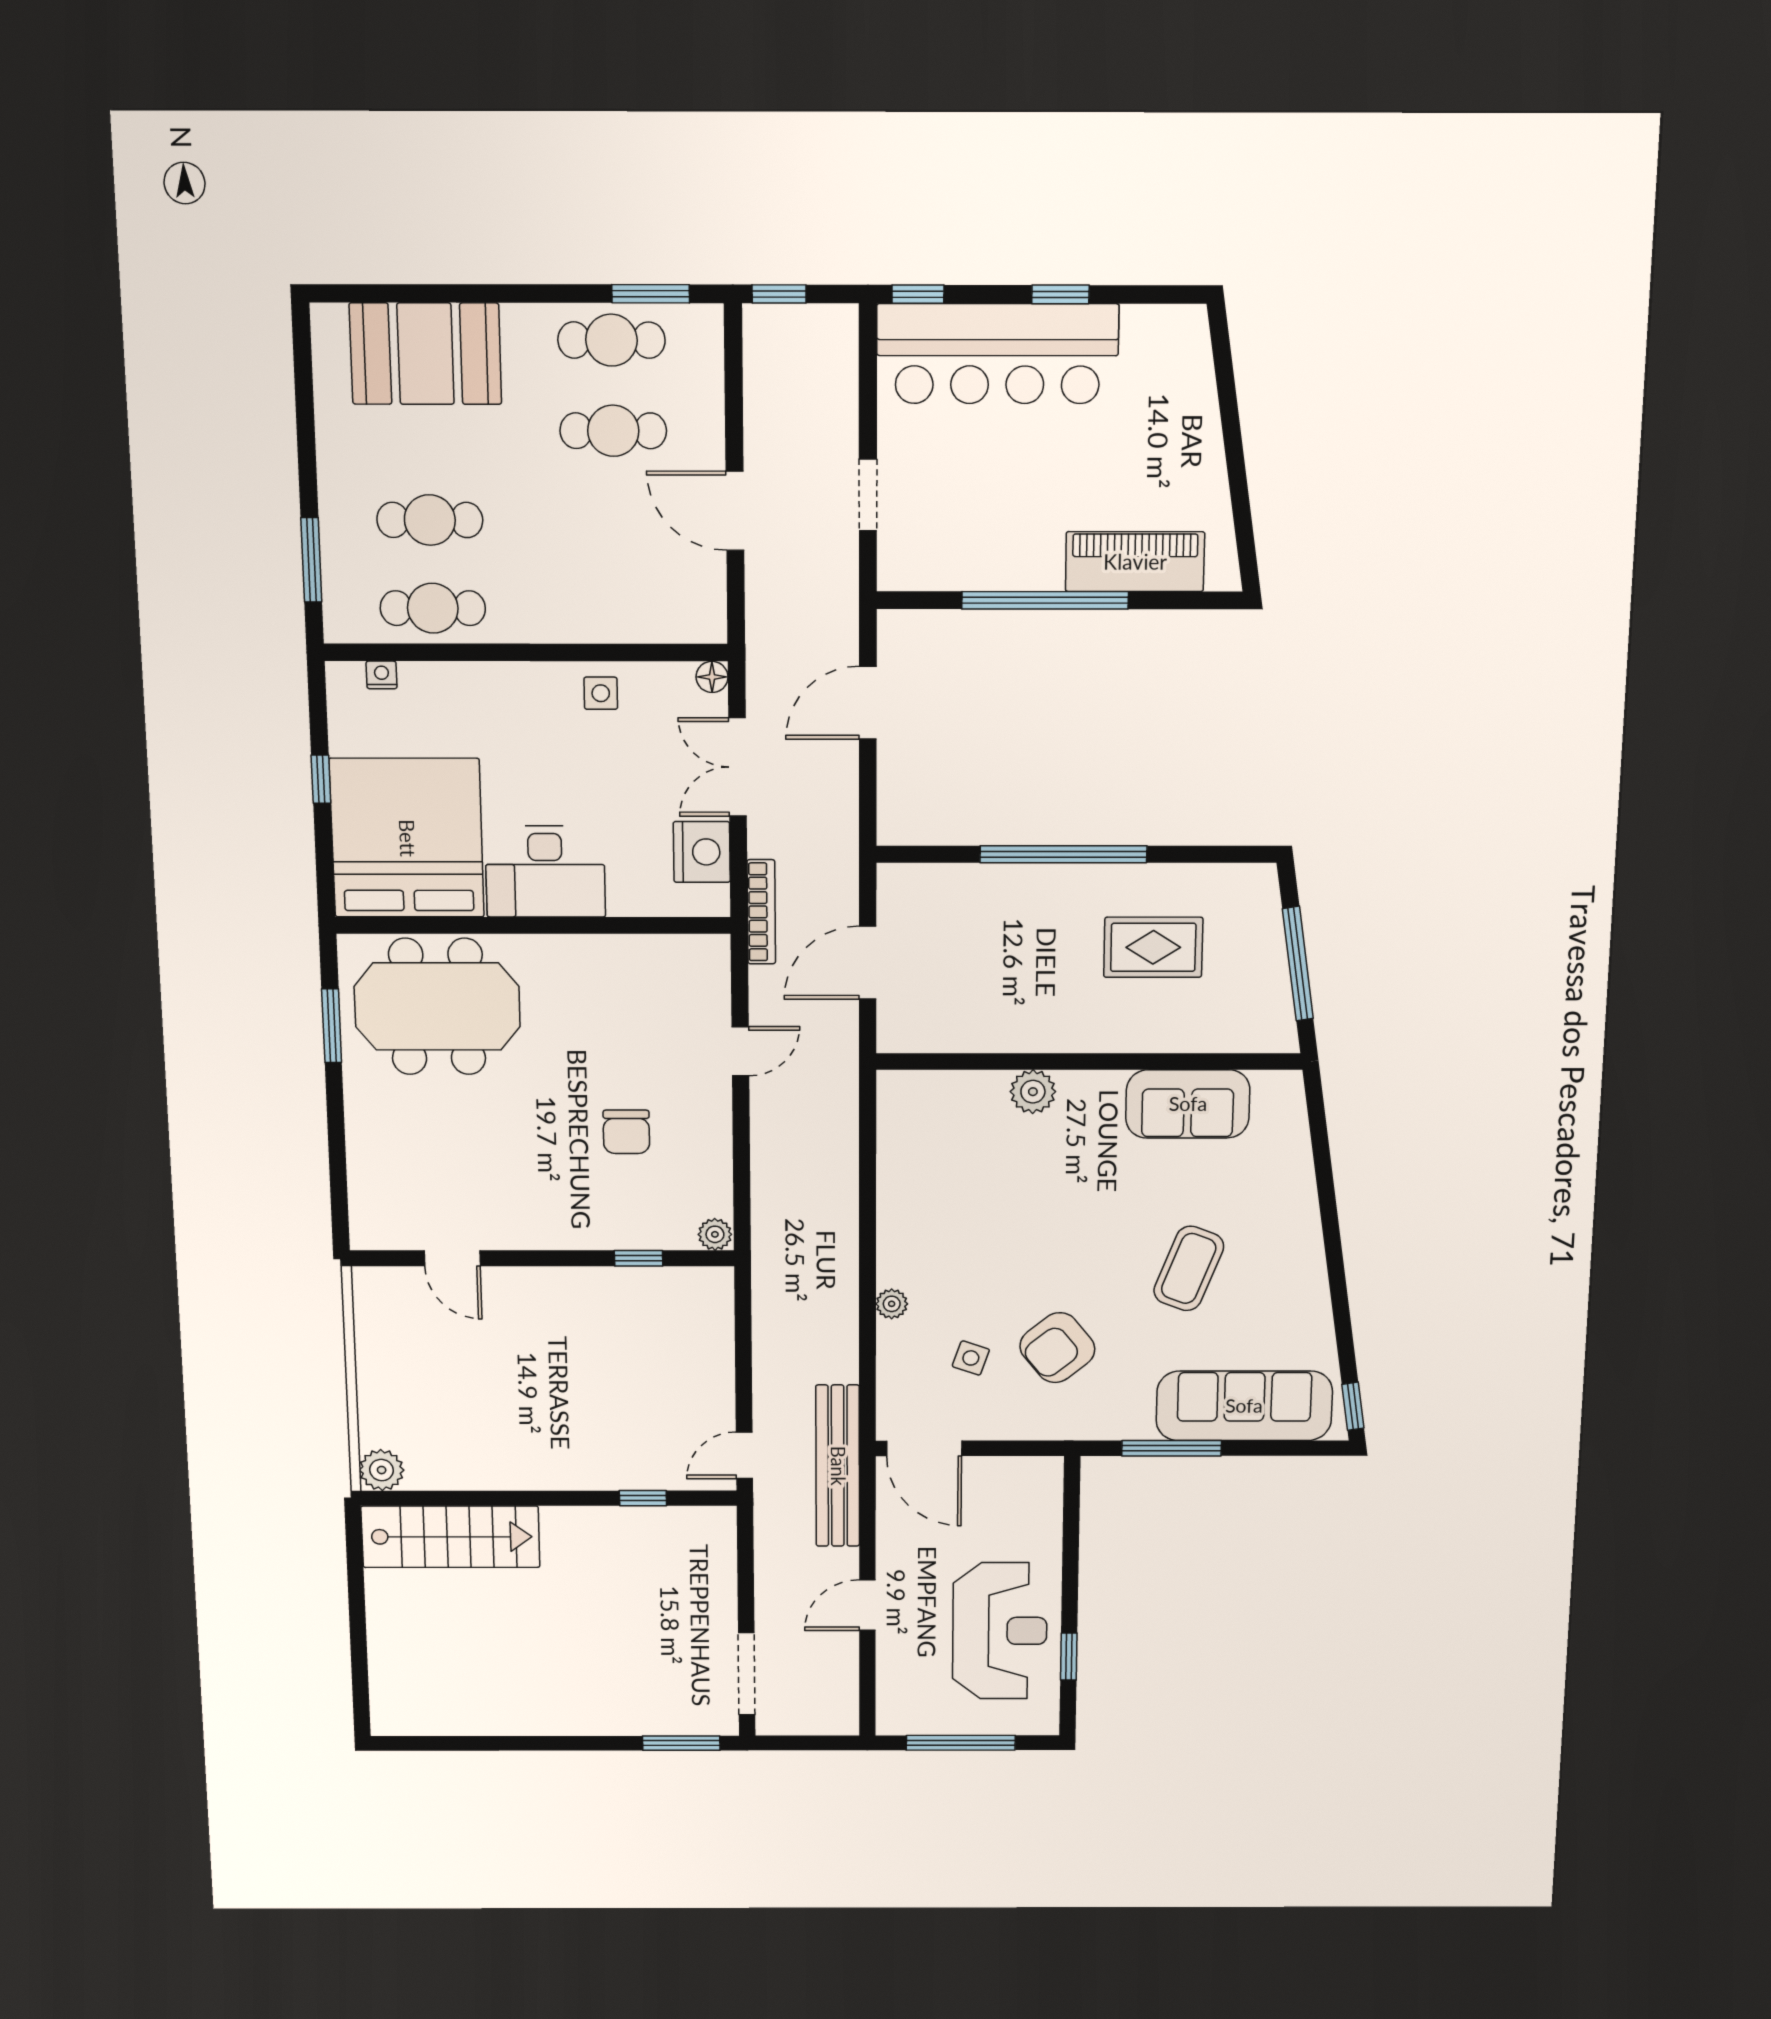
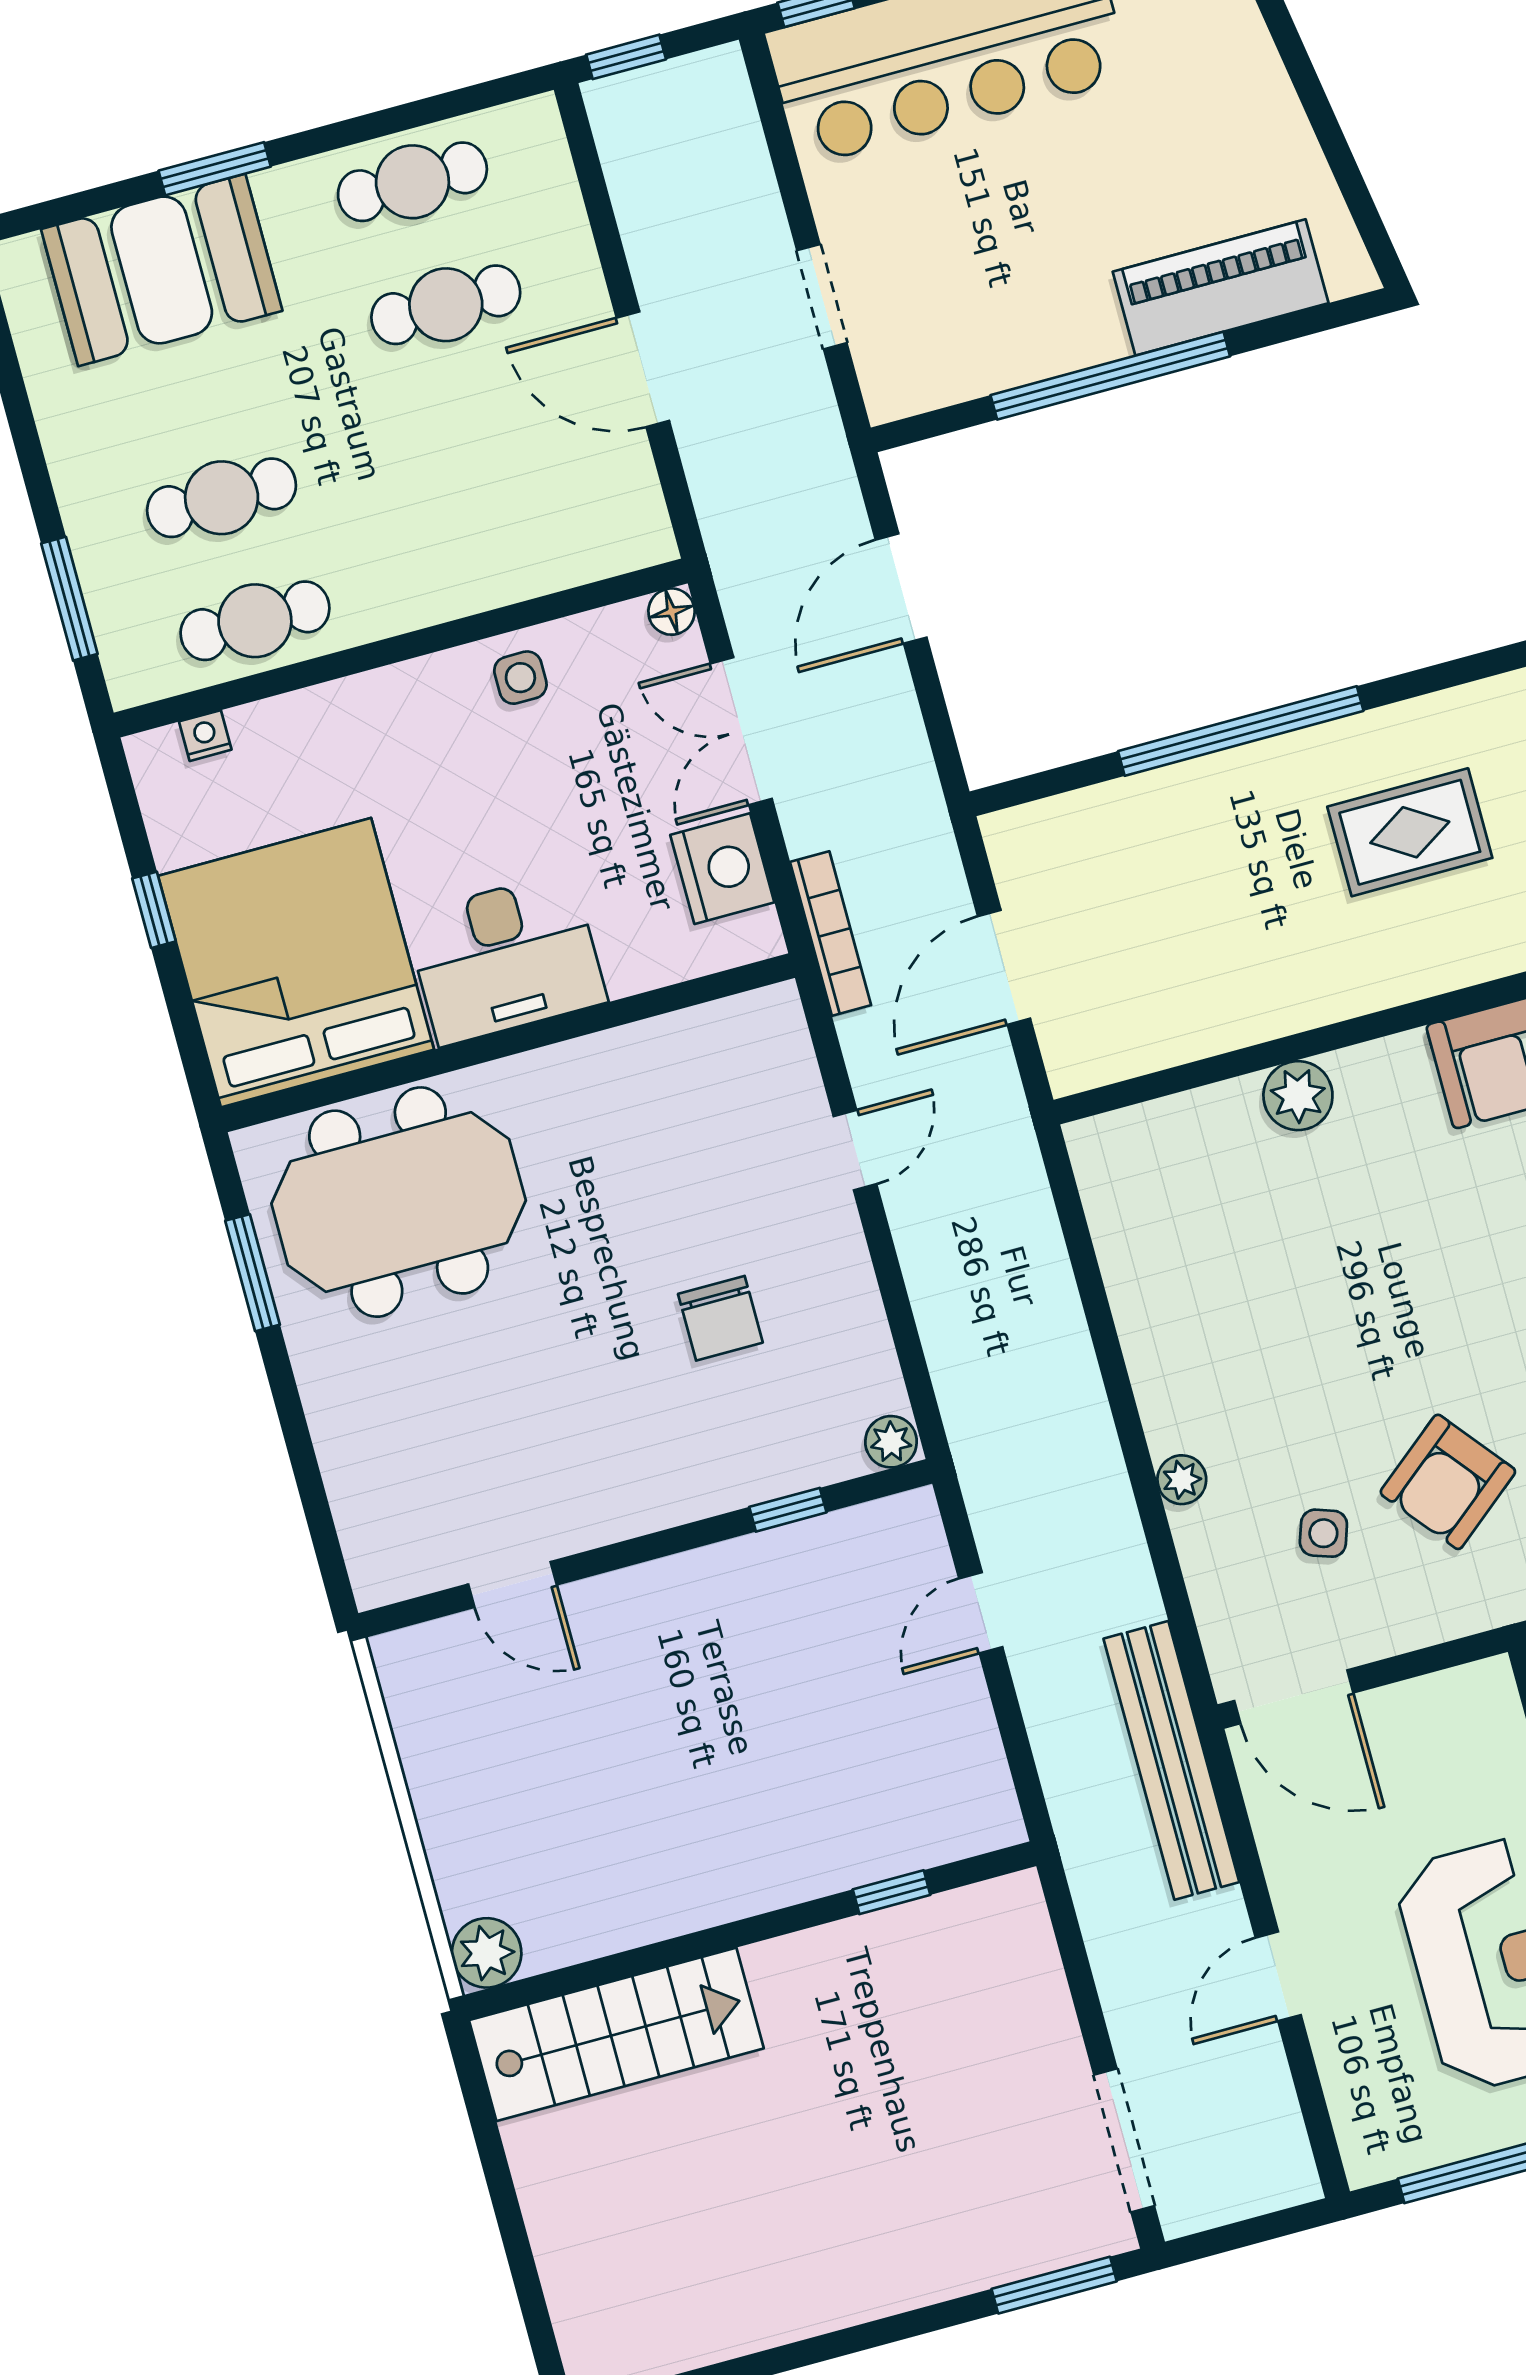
window: (651, 294) -> (215, 169), moved
door: (744, 1455) -> (981, 1613), moved

